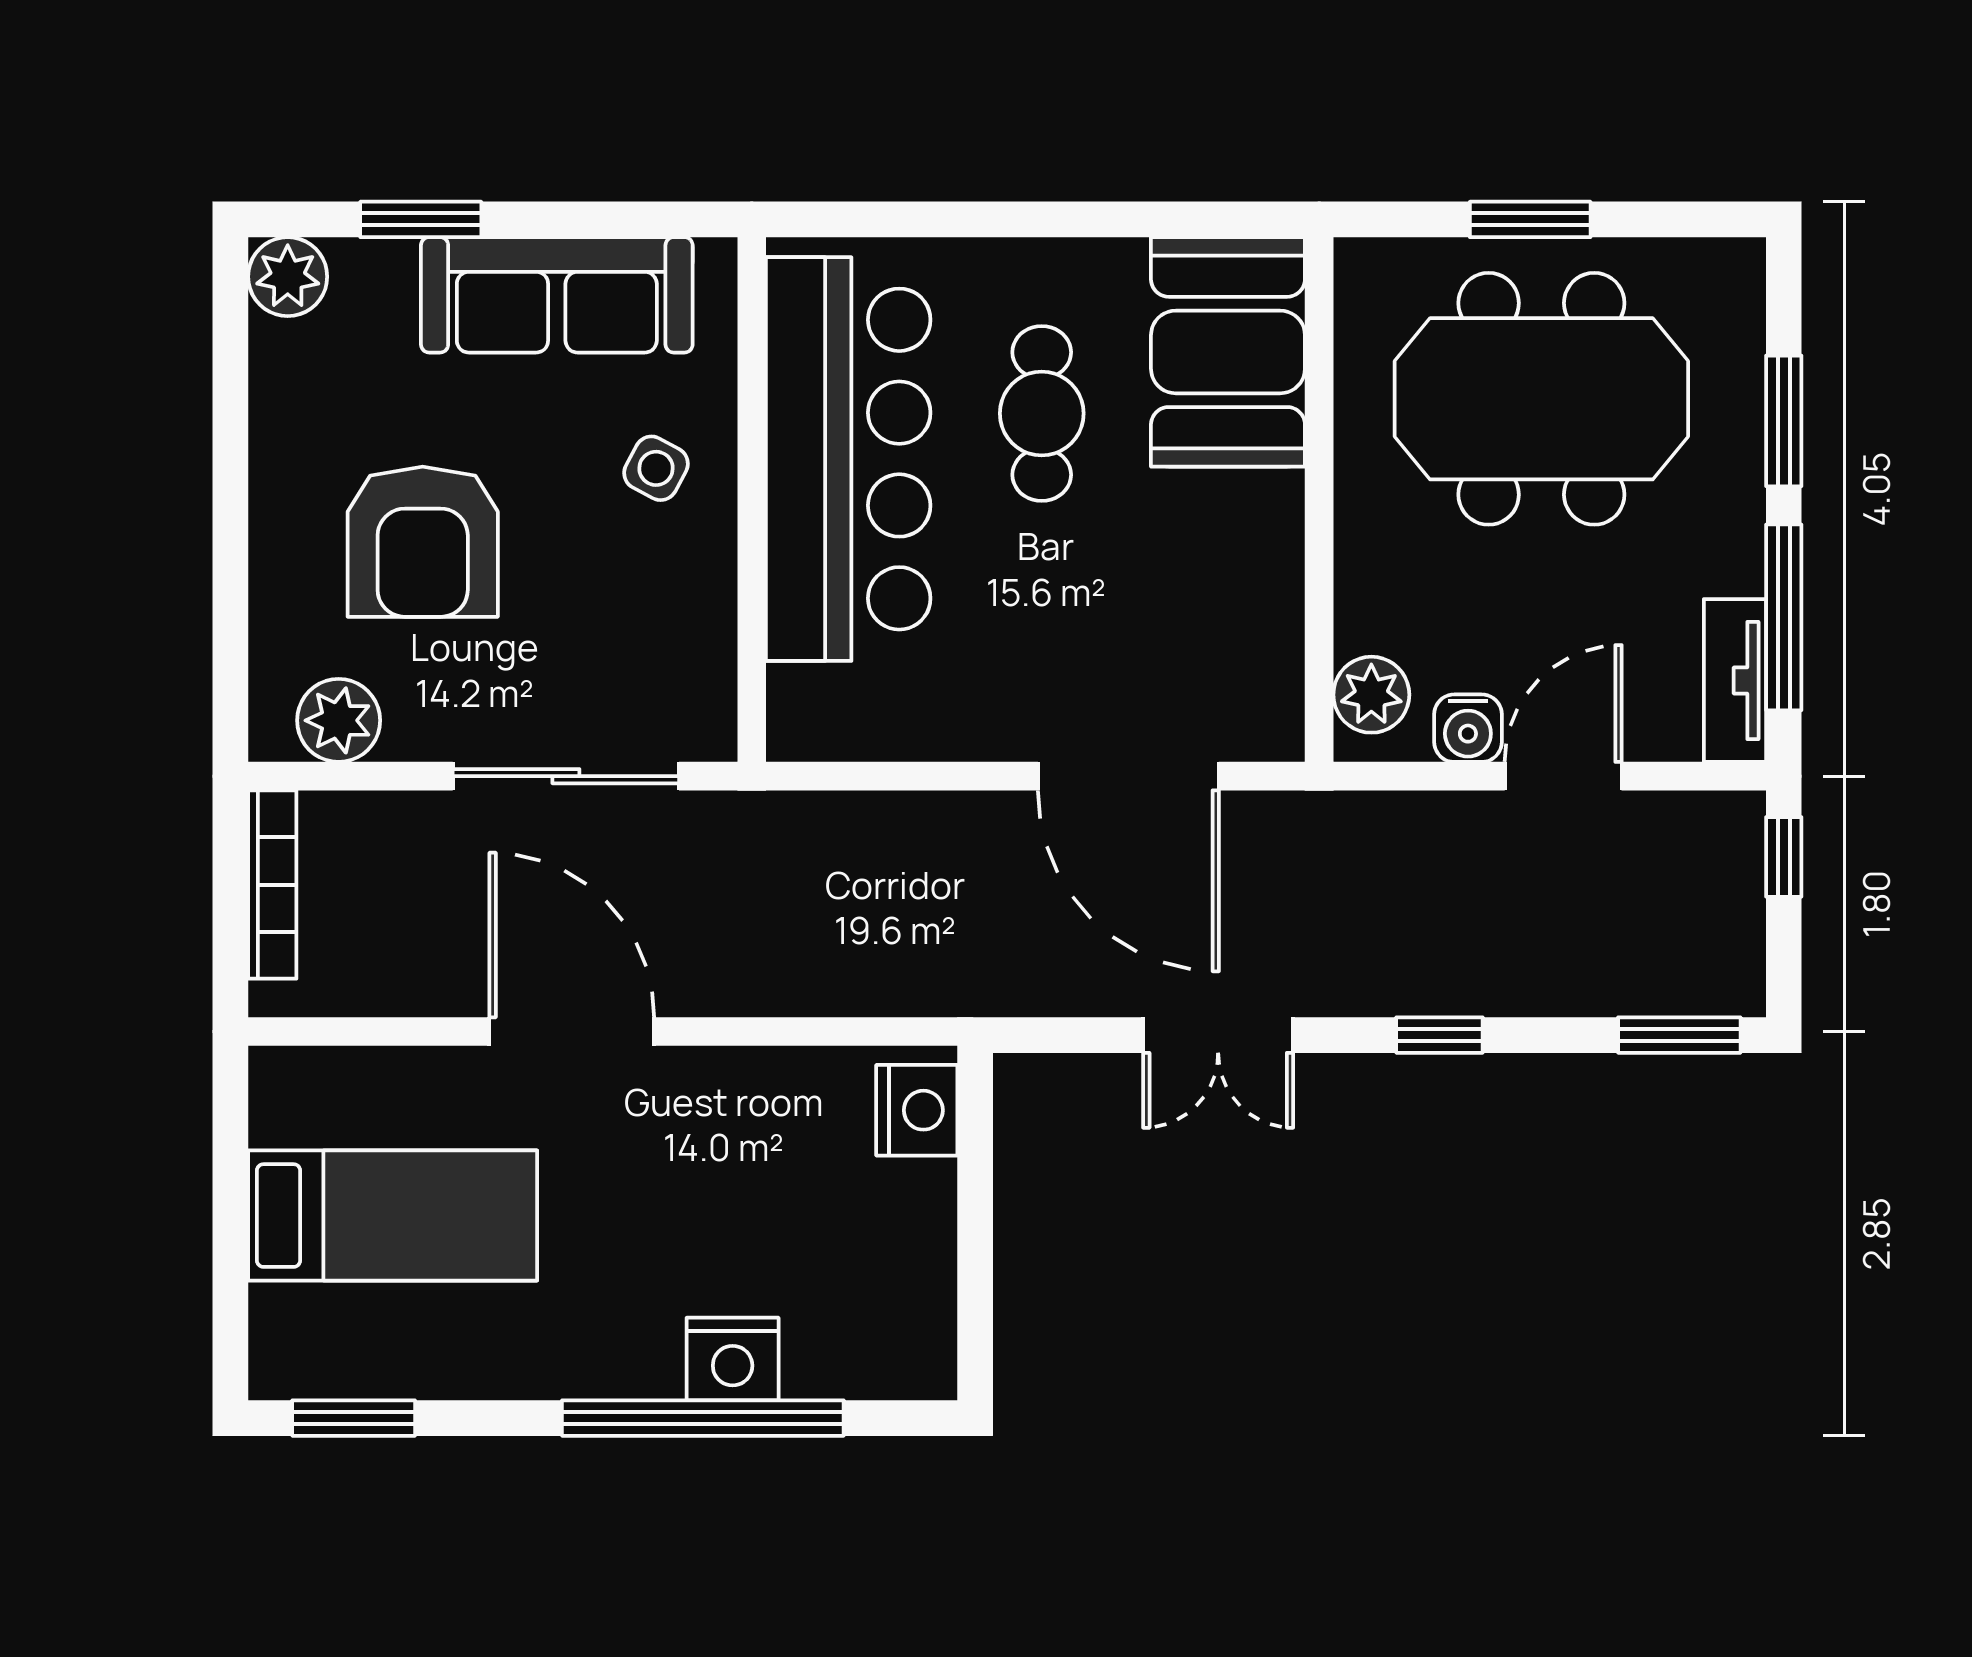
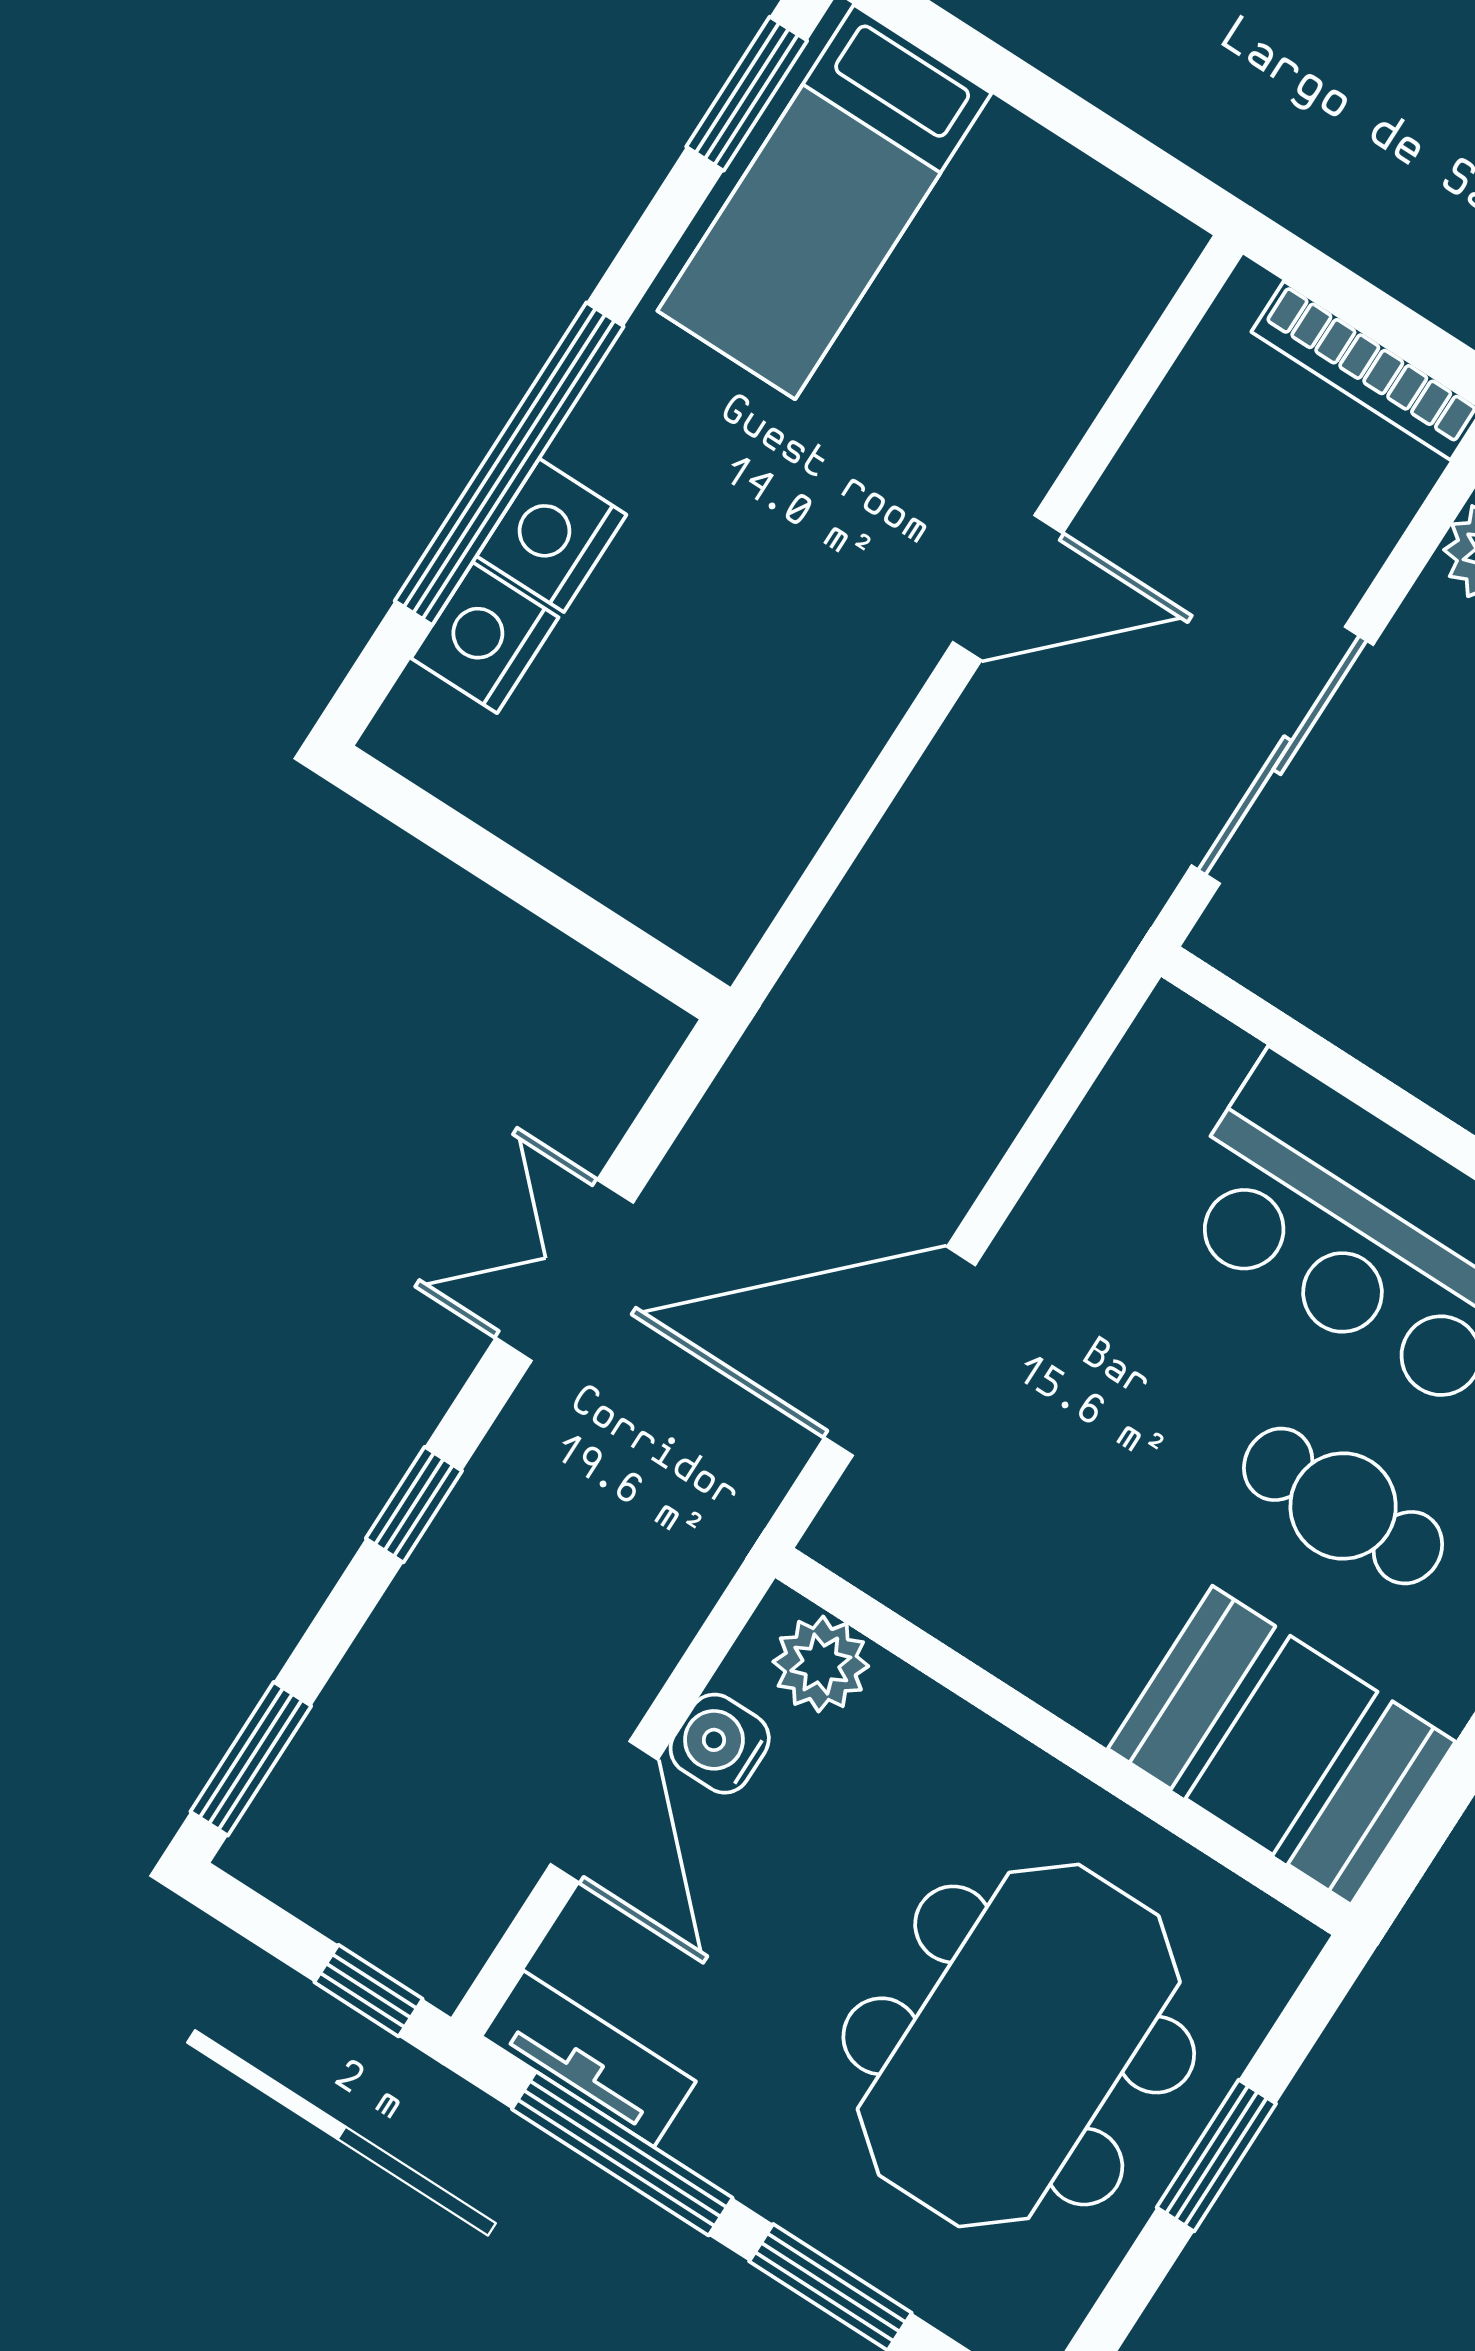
door: (572, 1032) -> (1008, 588), width x0.73
nightstand: (917, 1110) -> (485, 638), moved, turned 90
bed: (393, 1216) -> (824, 202), moved

